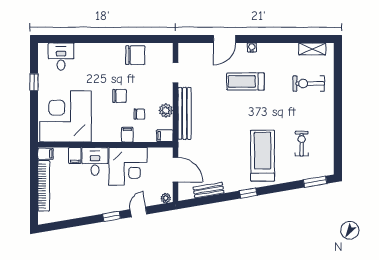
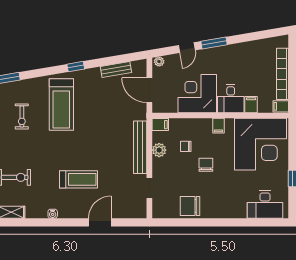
water cooler: (252, 48) -> (53, 214), moved
desk: (61, 57) -> (265, 204), width x1.37
chair: (119, 96) -> (206, 165), turned 90
filing cabinet: (127, 135) -> (218, 126), moved
window: (112, 216) -> (214, 43), width x1.50

